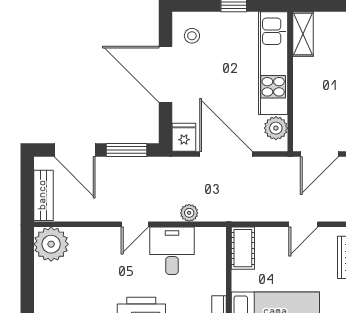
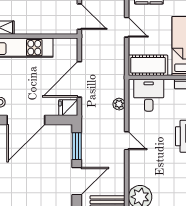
plant: (276, 128) -> (62, 46), removed
cot: (243, 248) -> (148, 65), width x1.37, depth x1.34
desk: (172, 251) -> (149, 95), moved, turned 90

